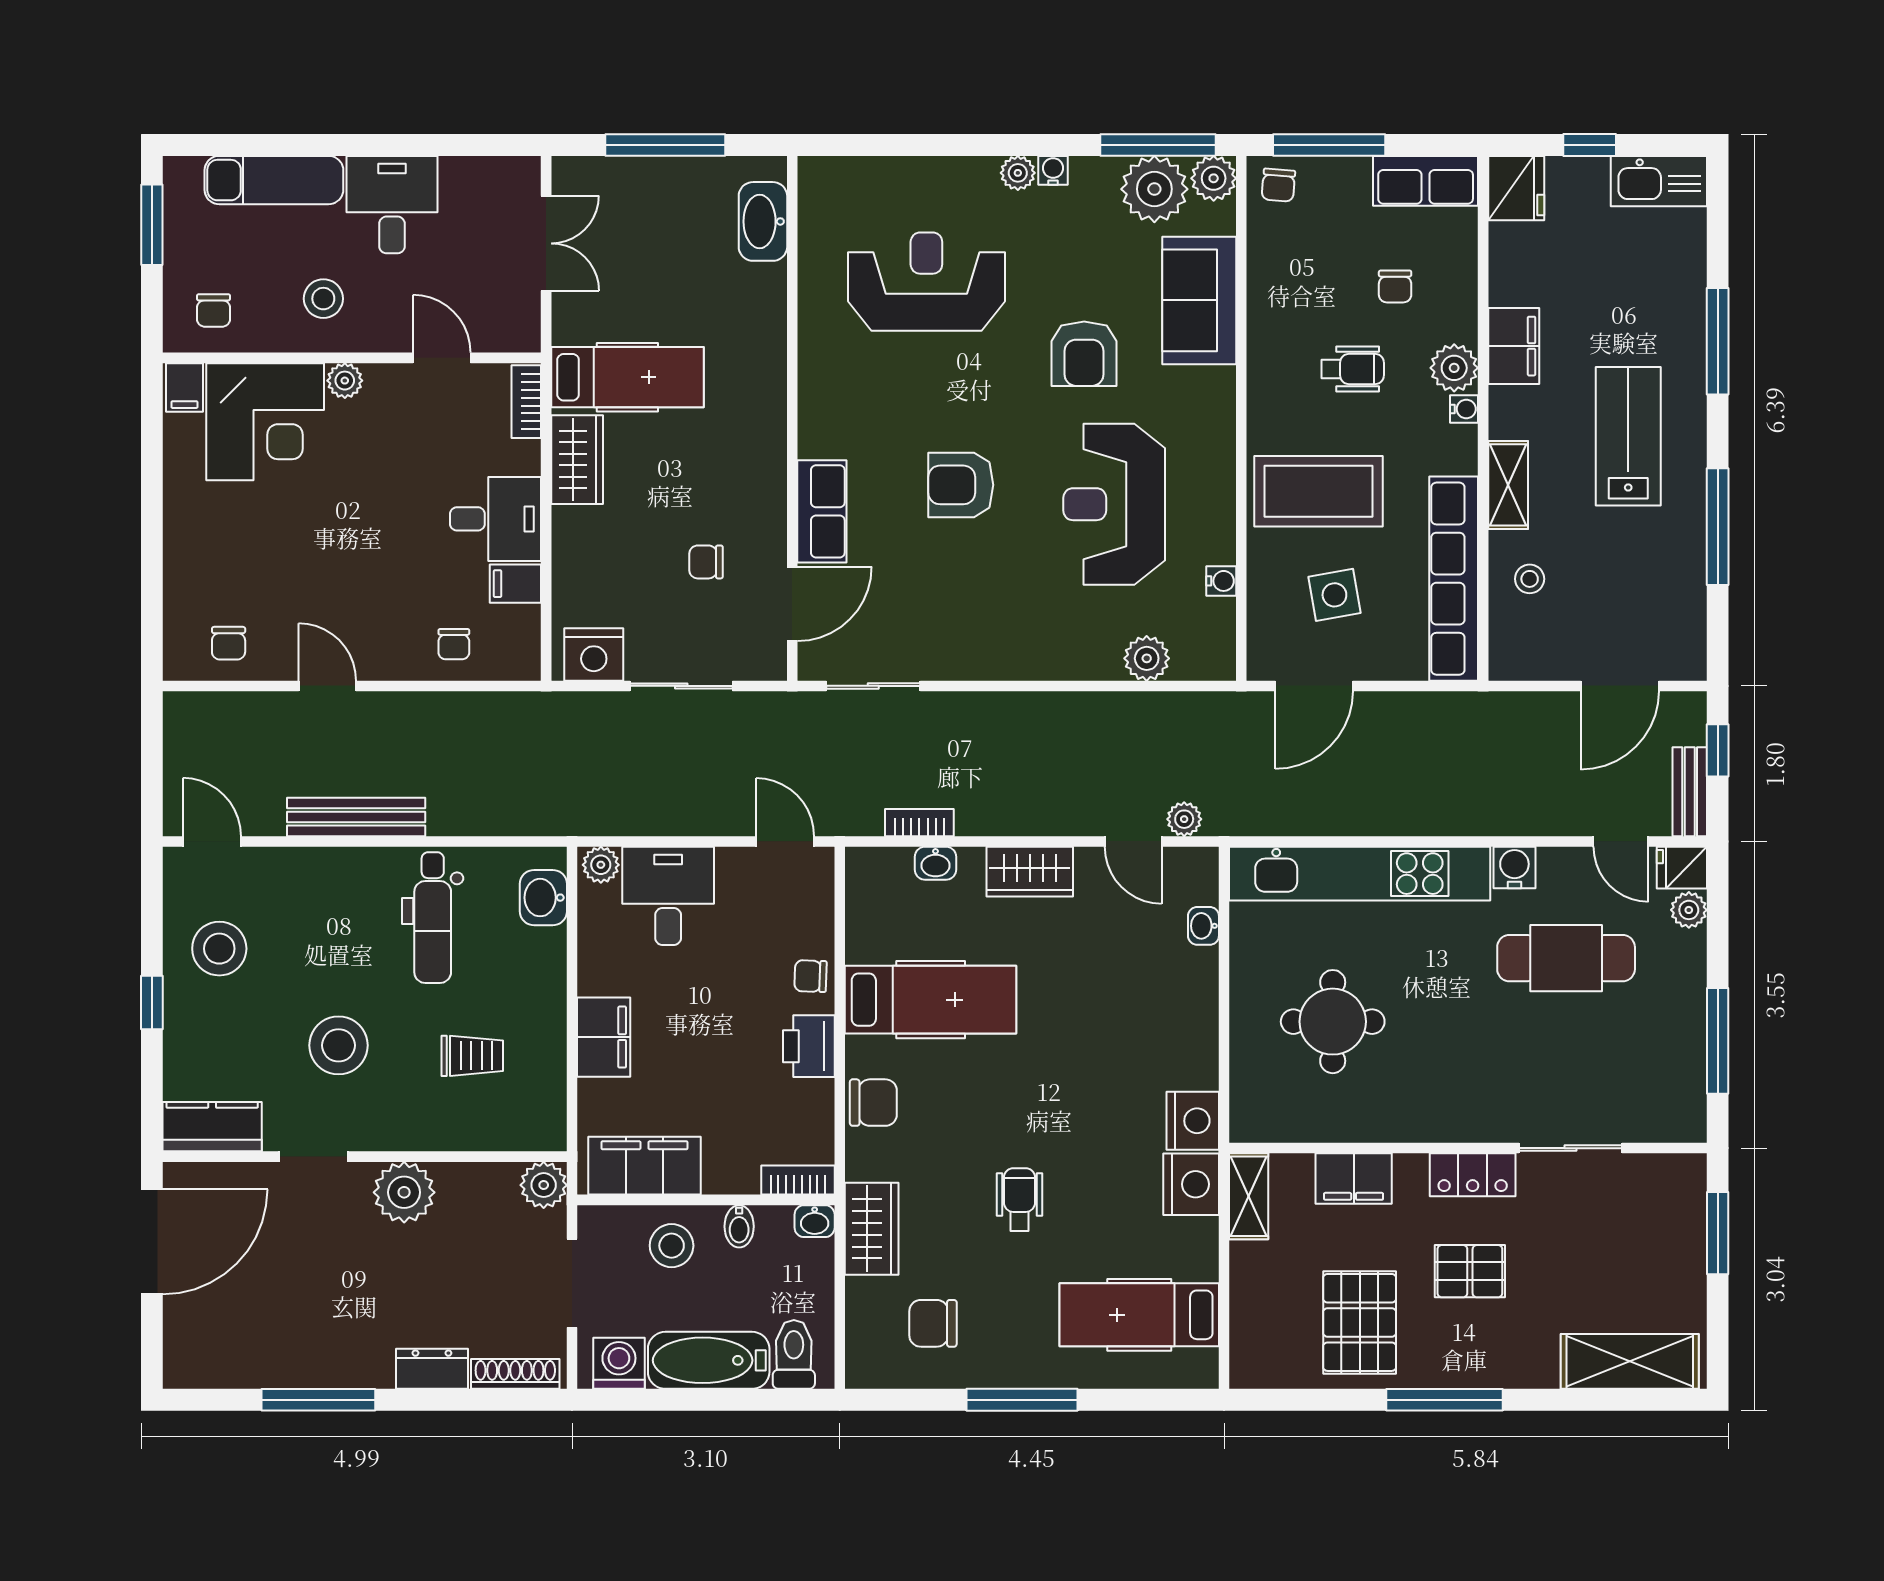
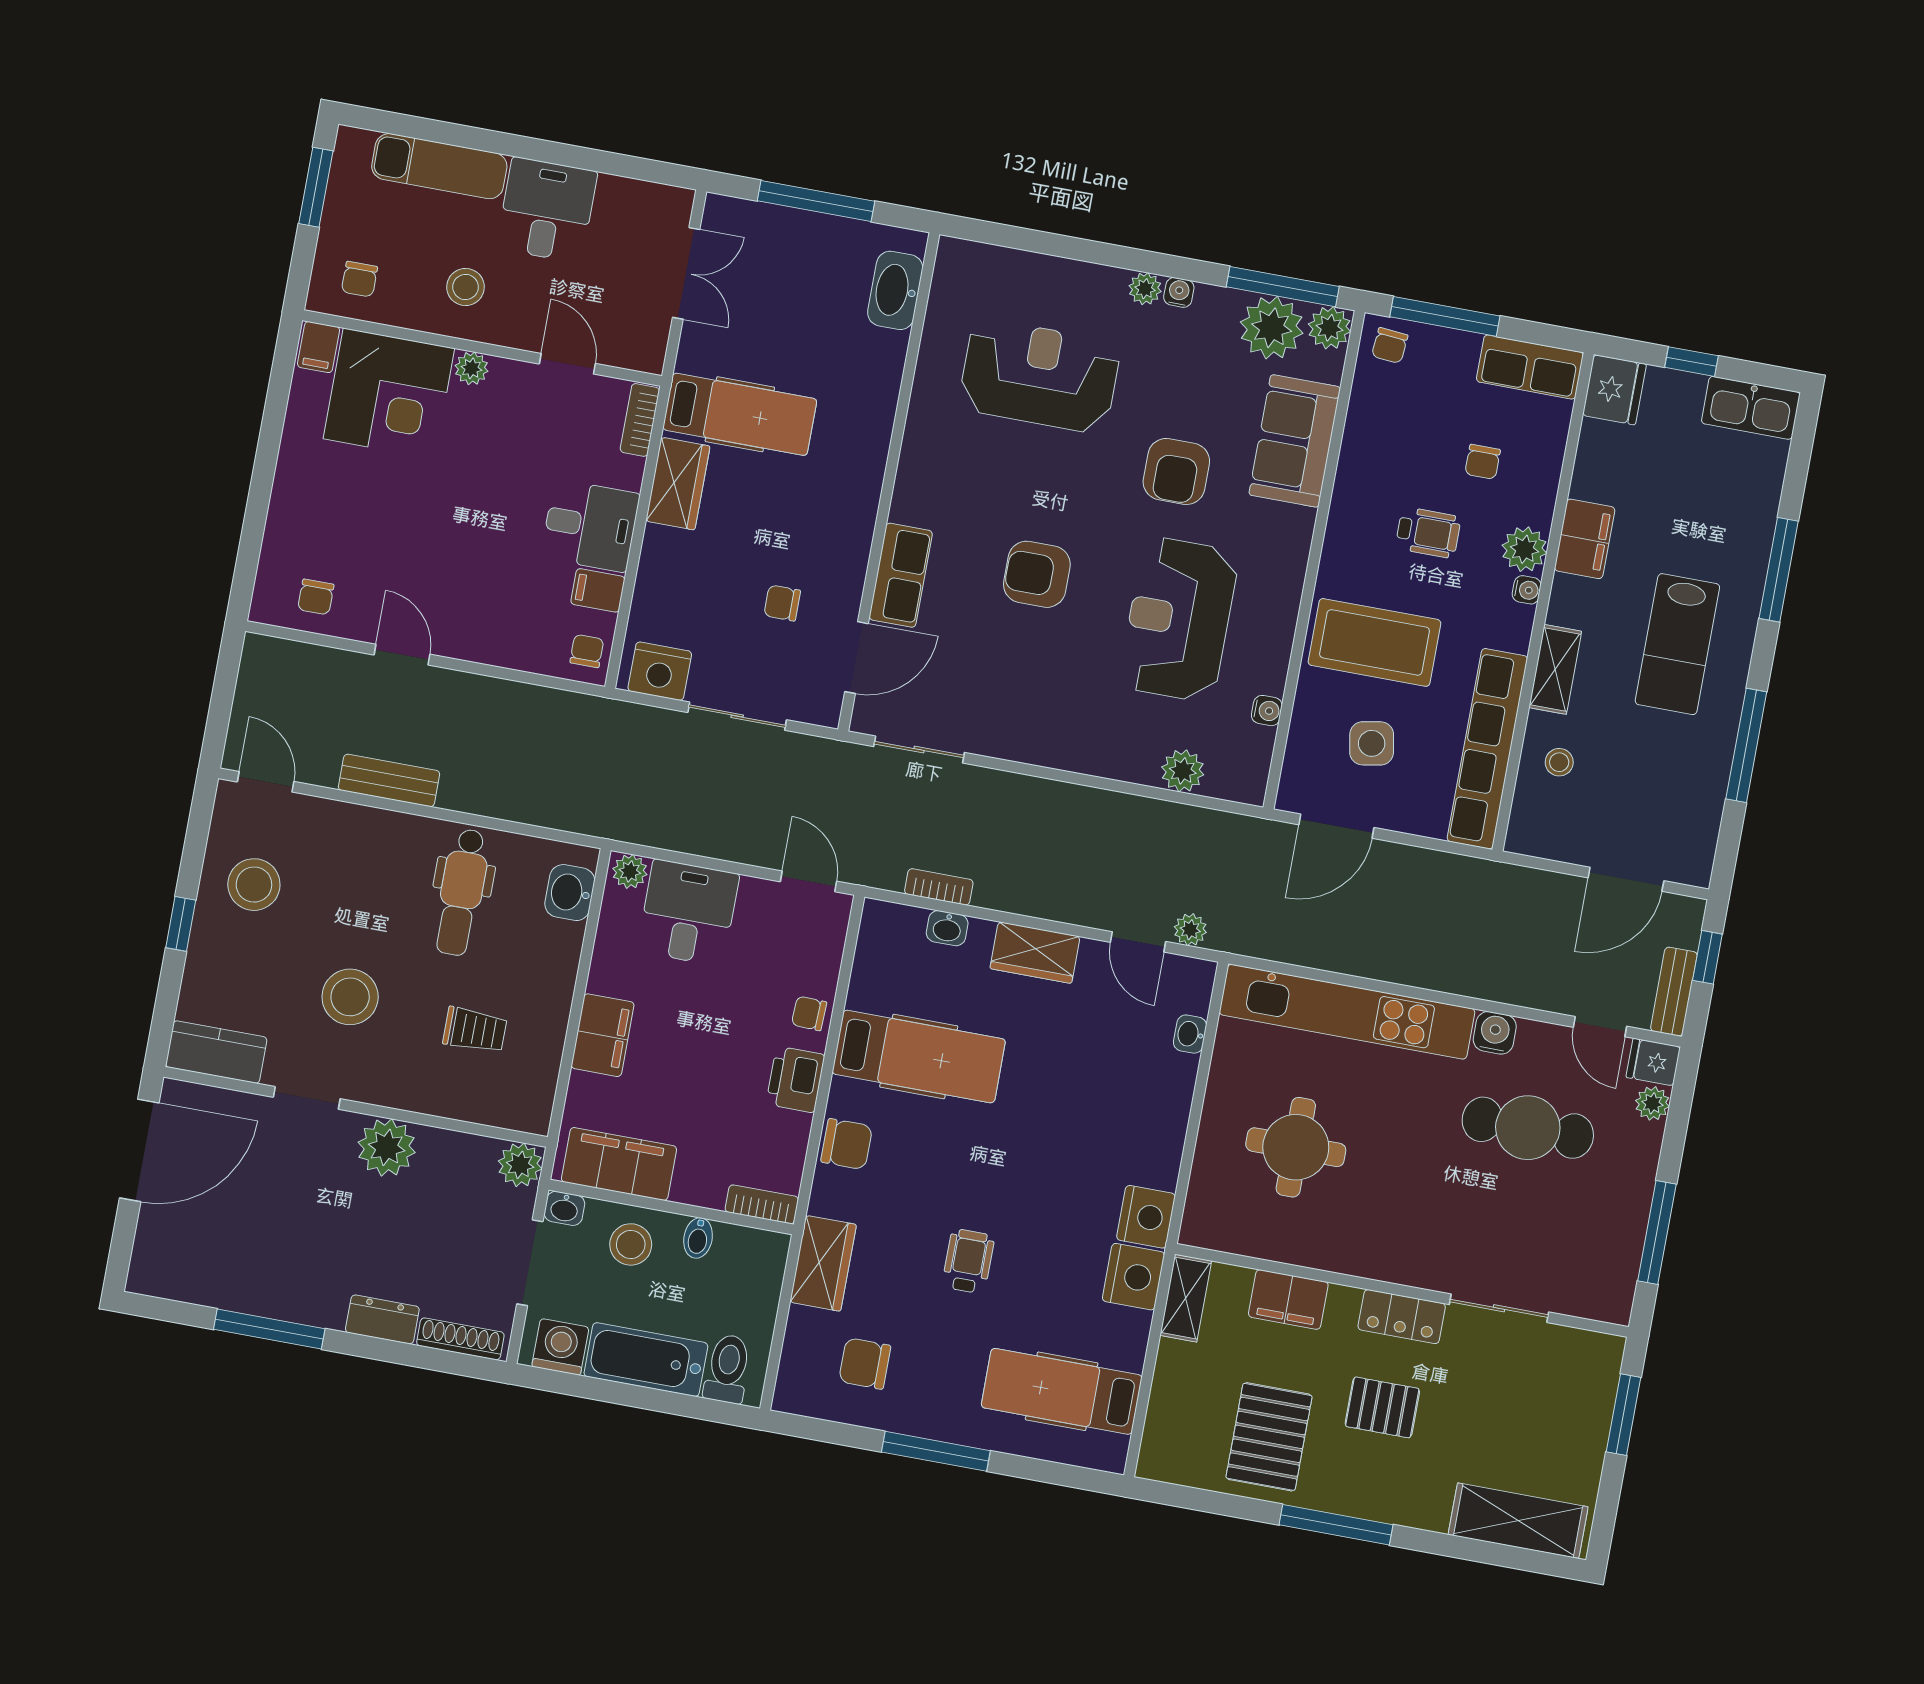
lab bench: (1628, 436) -> (1677, 644), turned 180
chair: (454, 644) -> (587, 651), moved, turned 180
bench: (356, 817) -> (389, 780), width x0.73
washbasin: (815, 1221) -> (564, 1208), moved

